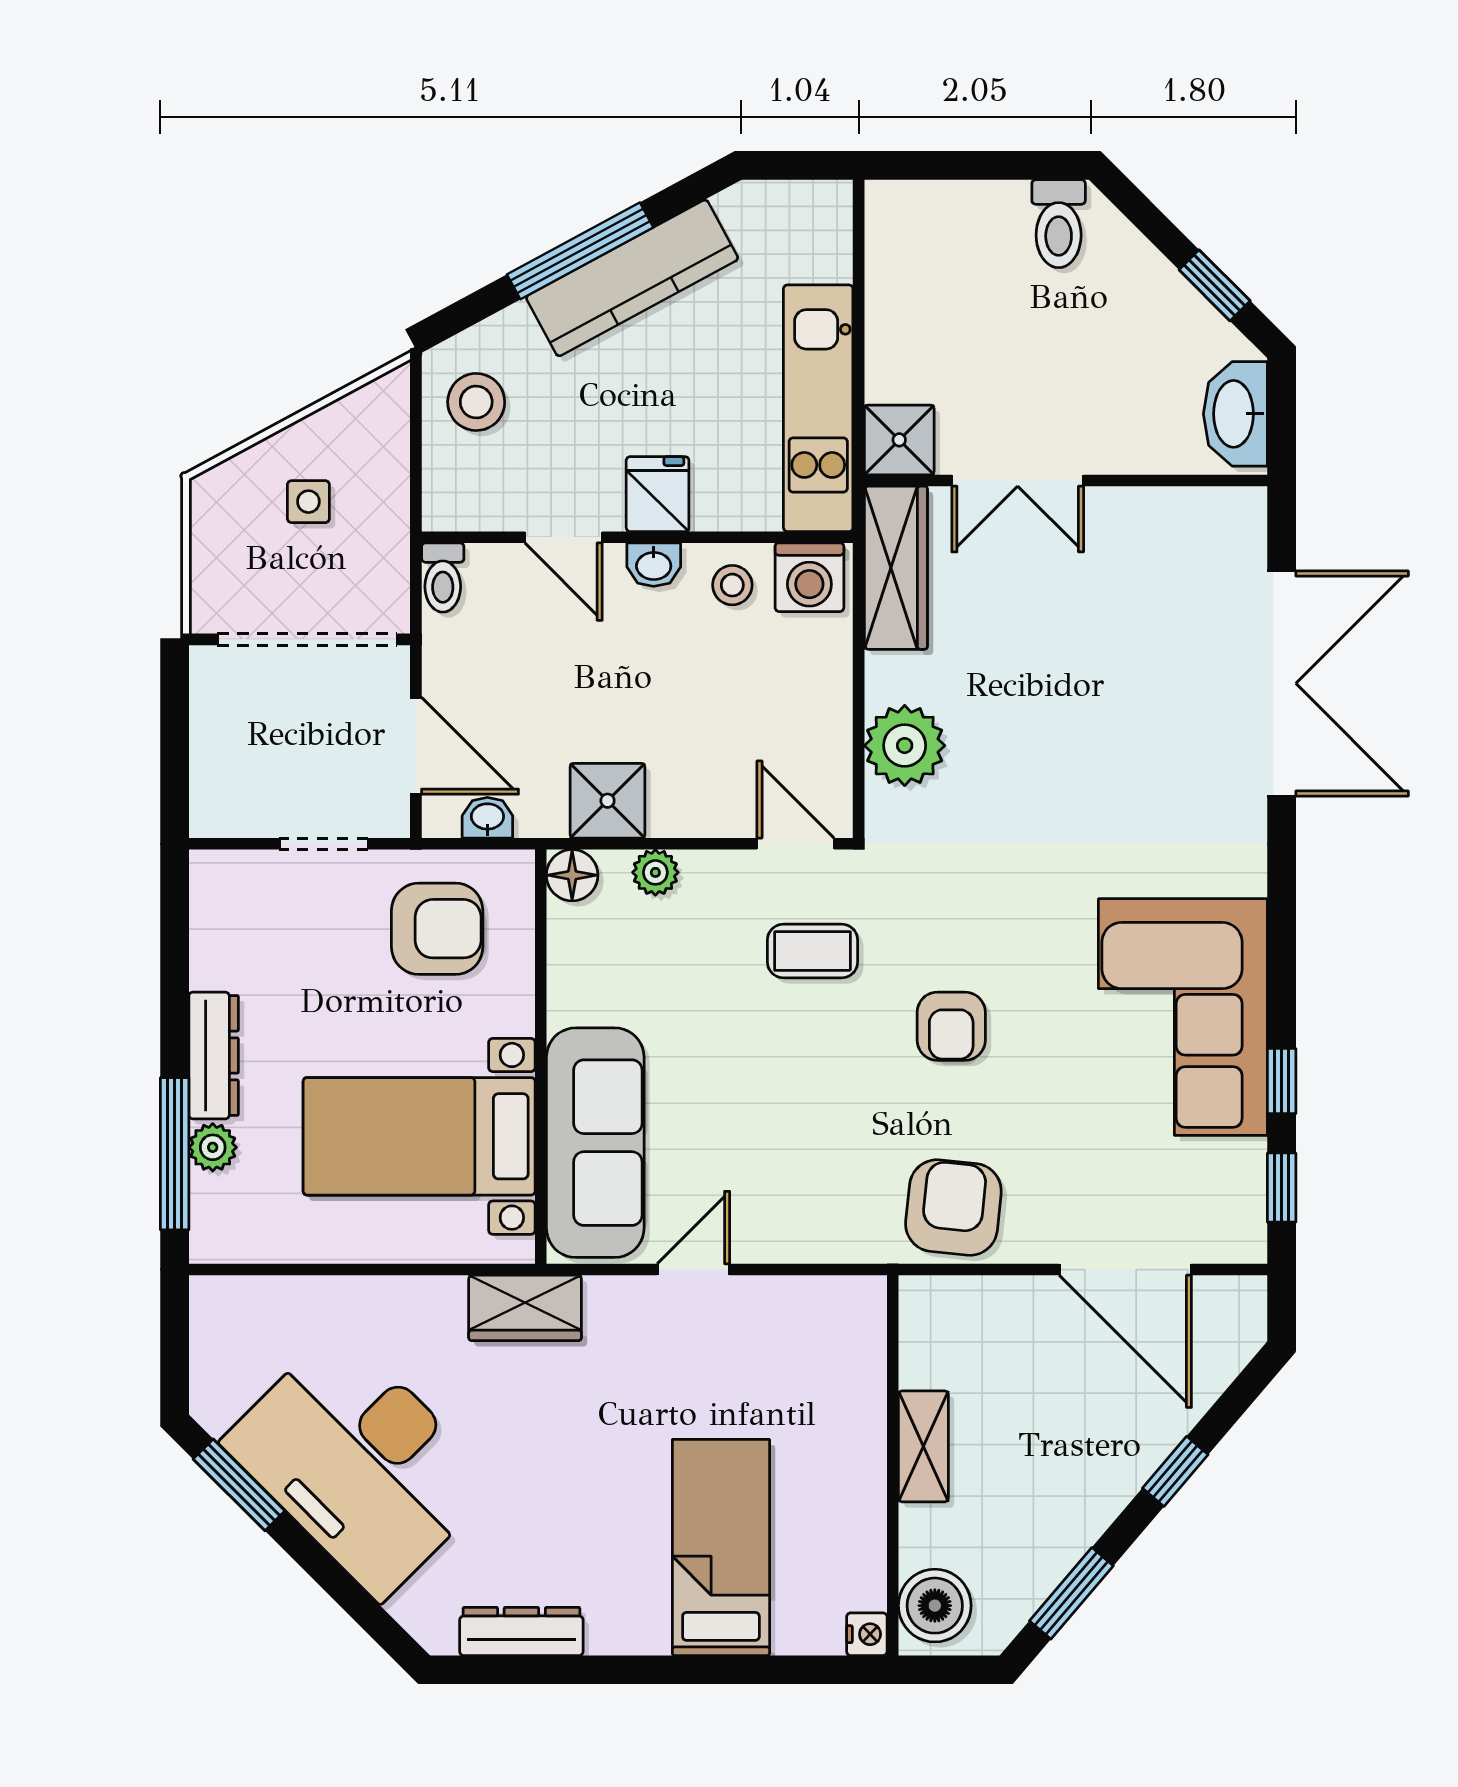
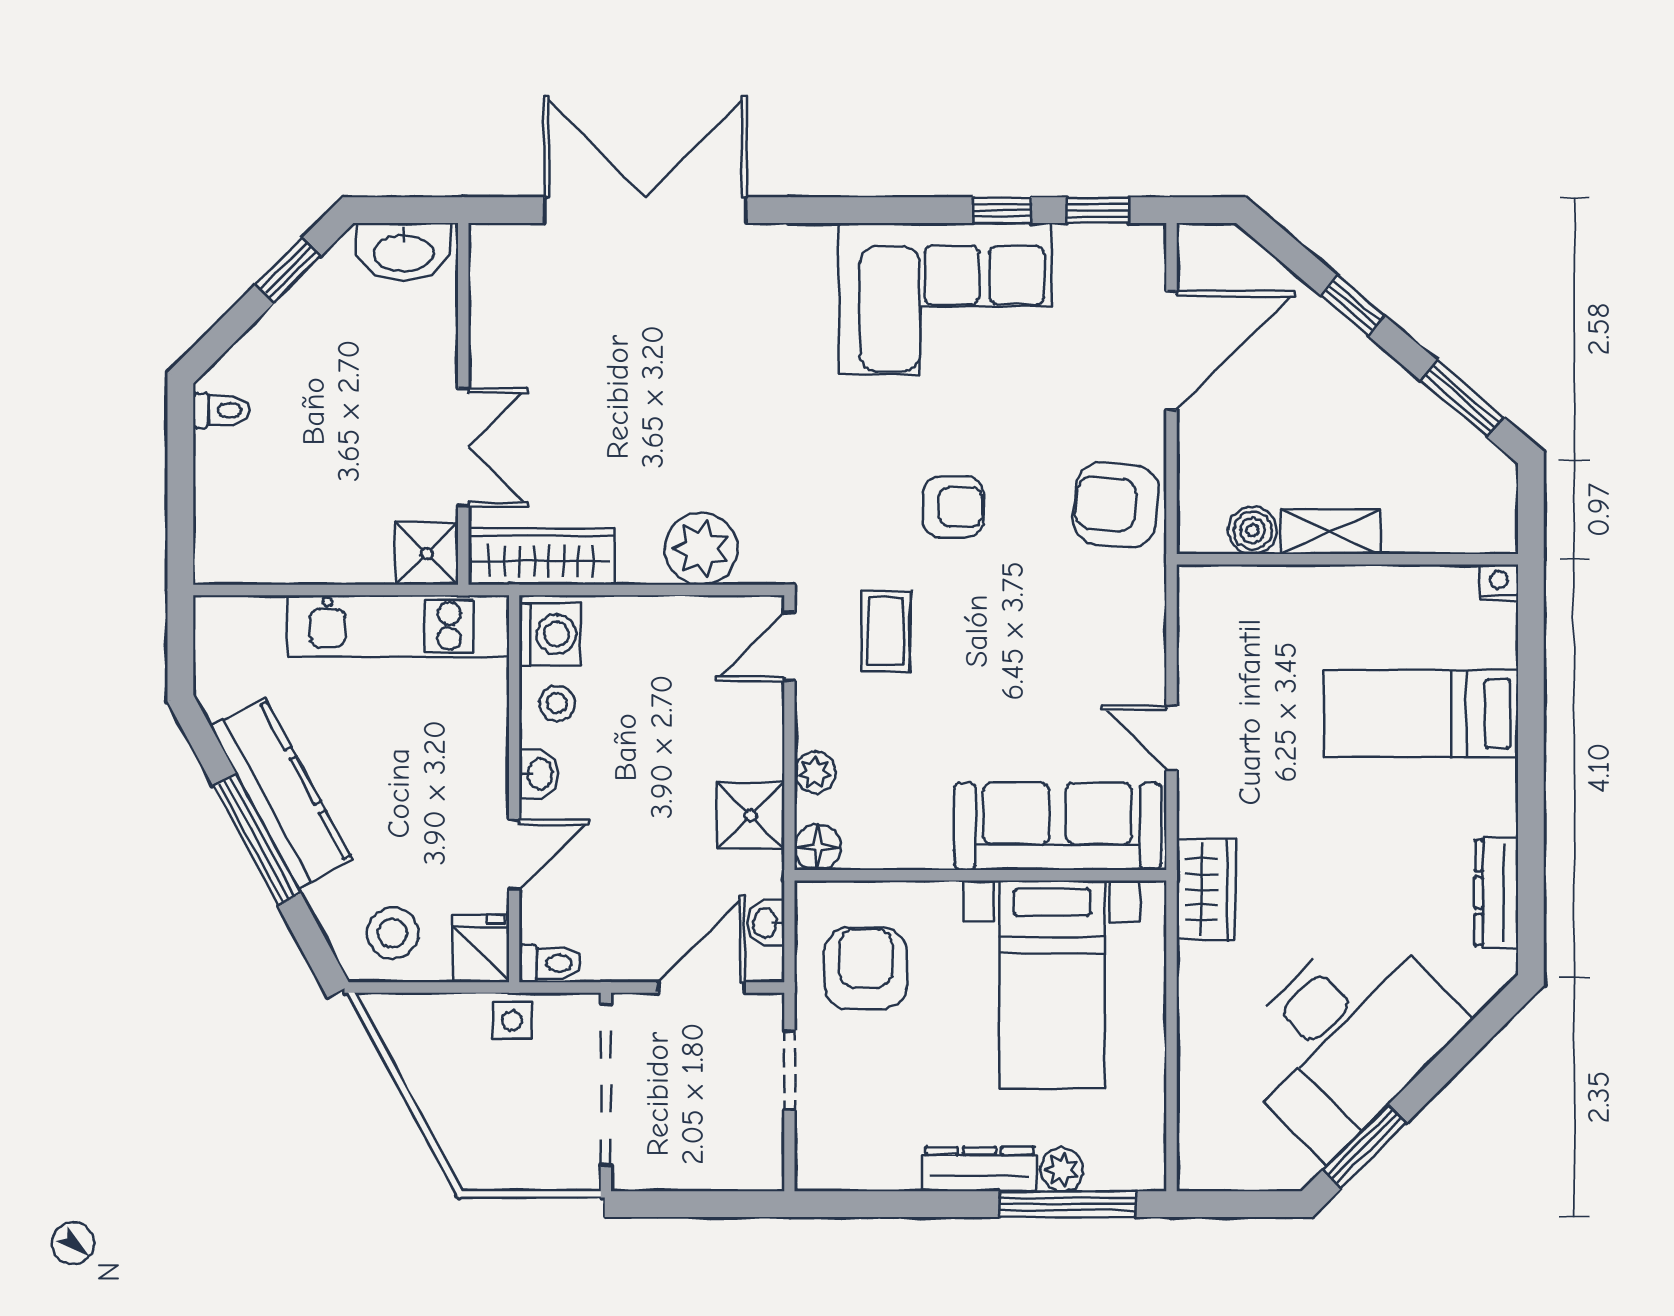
toilet: (1059, 224) -> (222, 410), width x0.73, depth x0.72
fridge: (658, 494) -> (481, 949), moved, turned 90
side table: (308, 502) -> (512, 1021), moved
boiler: (935, 1606) -> (1252, 530), moved, width x0.73, depth x0.73

